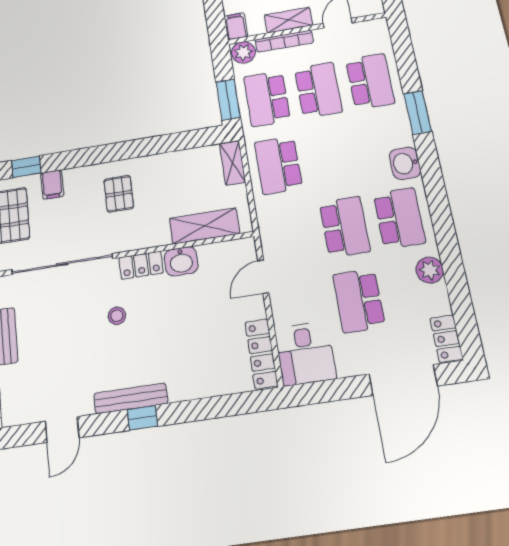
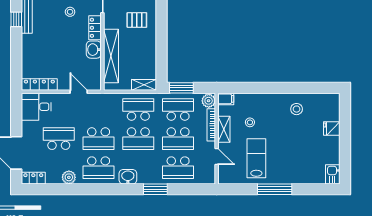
school desk: (331, 157) -> (138, 139), added
shelving: (204, 226) -> (111, 56), width x1.47

